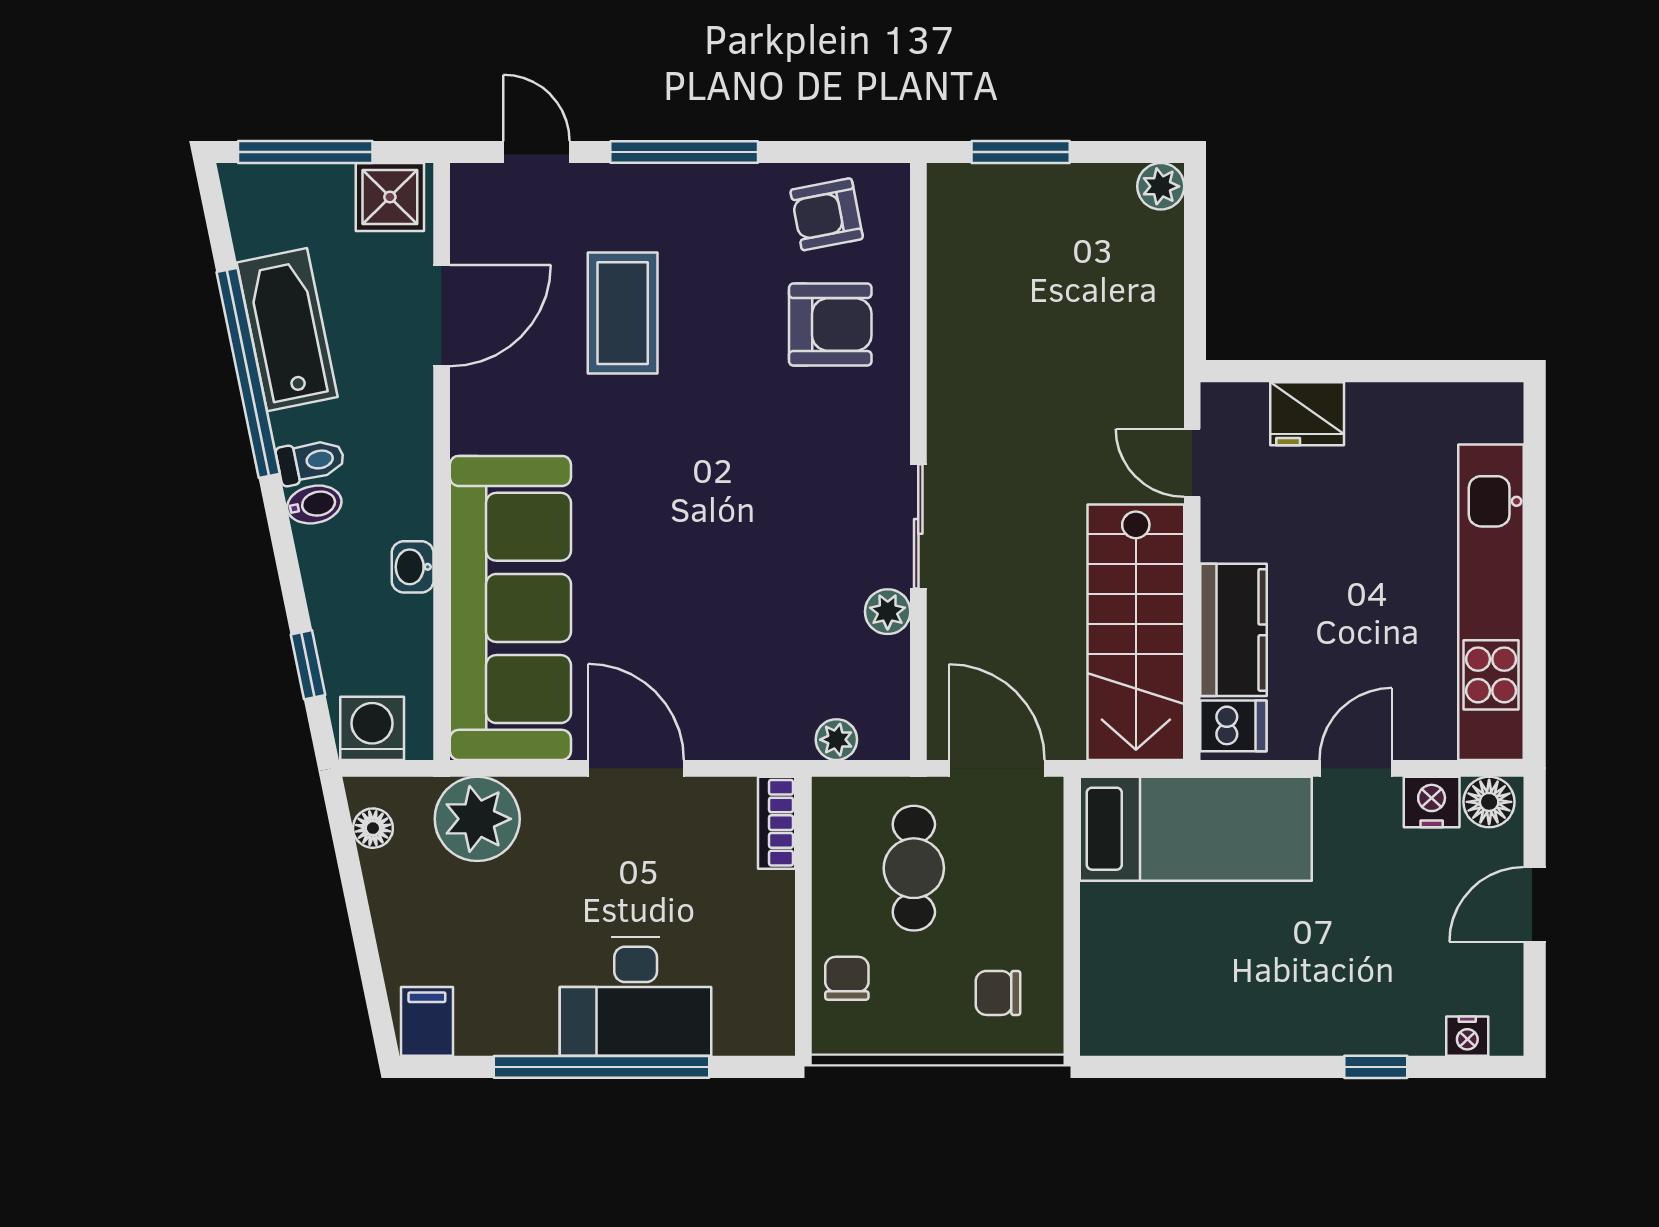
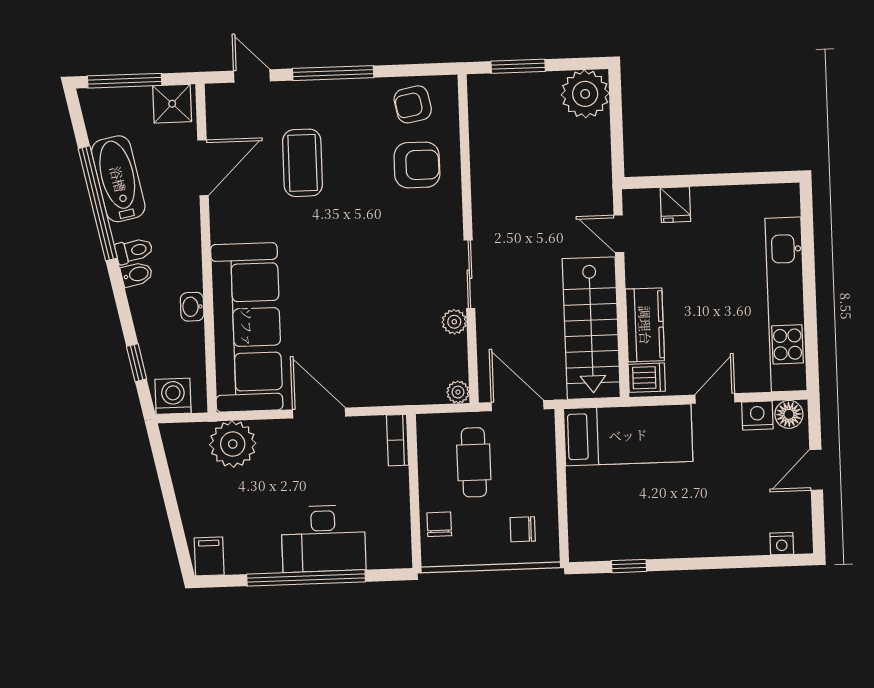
plant: (1161, 186) -> (585, 94), width x1.87, depth x1.87
fridge: (1307, 414) -> (675, 205), width x0.72
plant: (836, 740) -> (458, 392), moved
floor lamp: (373, 828) -> (176, 451), removed
window: (1376, 1067) -> (629, 566), moved

